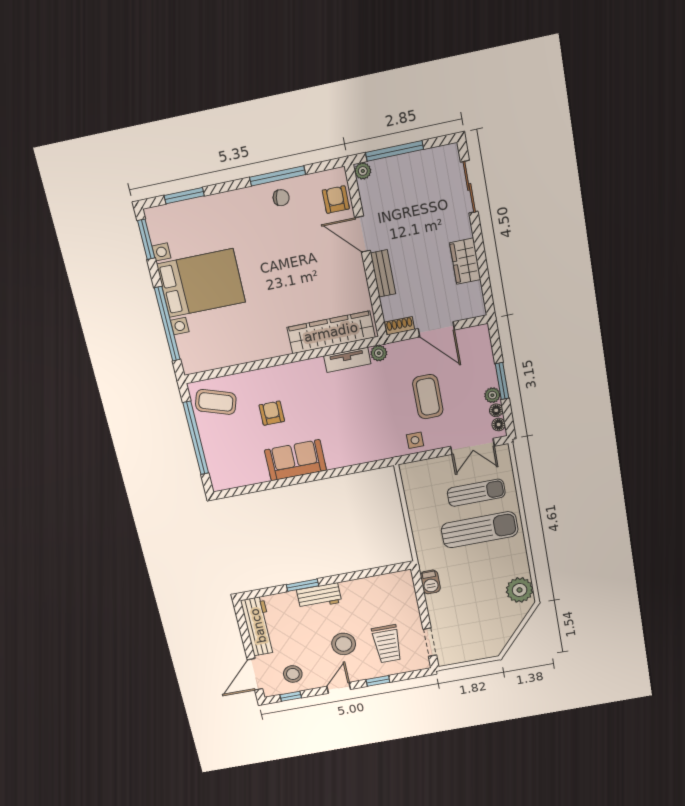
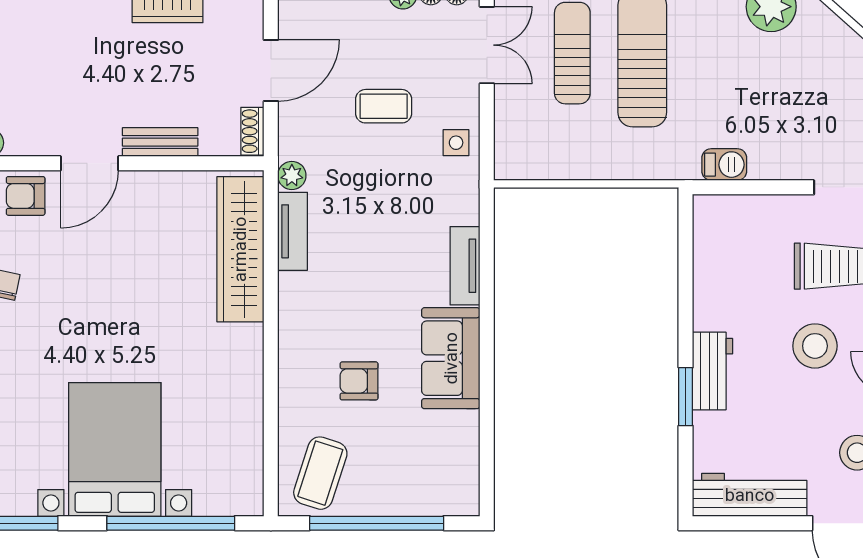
coffee table: (428, 397) -> (384, 106), width x0.73, depth x0.77
tv unit: (348, 458) -> (465, 266), added

